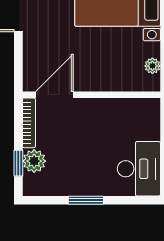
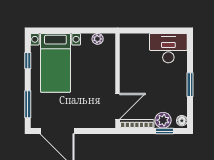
door: (54, 95) -> (117, 106), swing flipped
floor lamp: (34, 188) -> (182, 121), added

